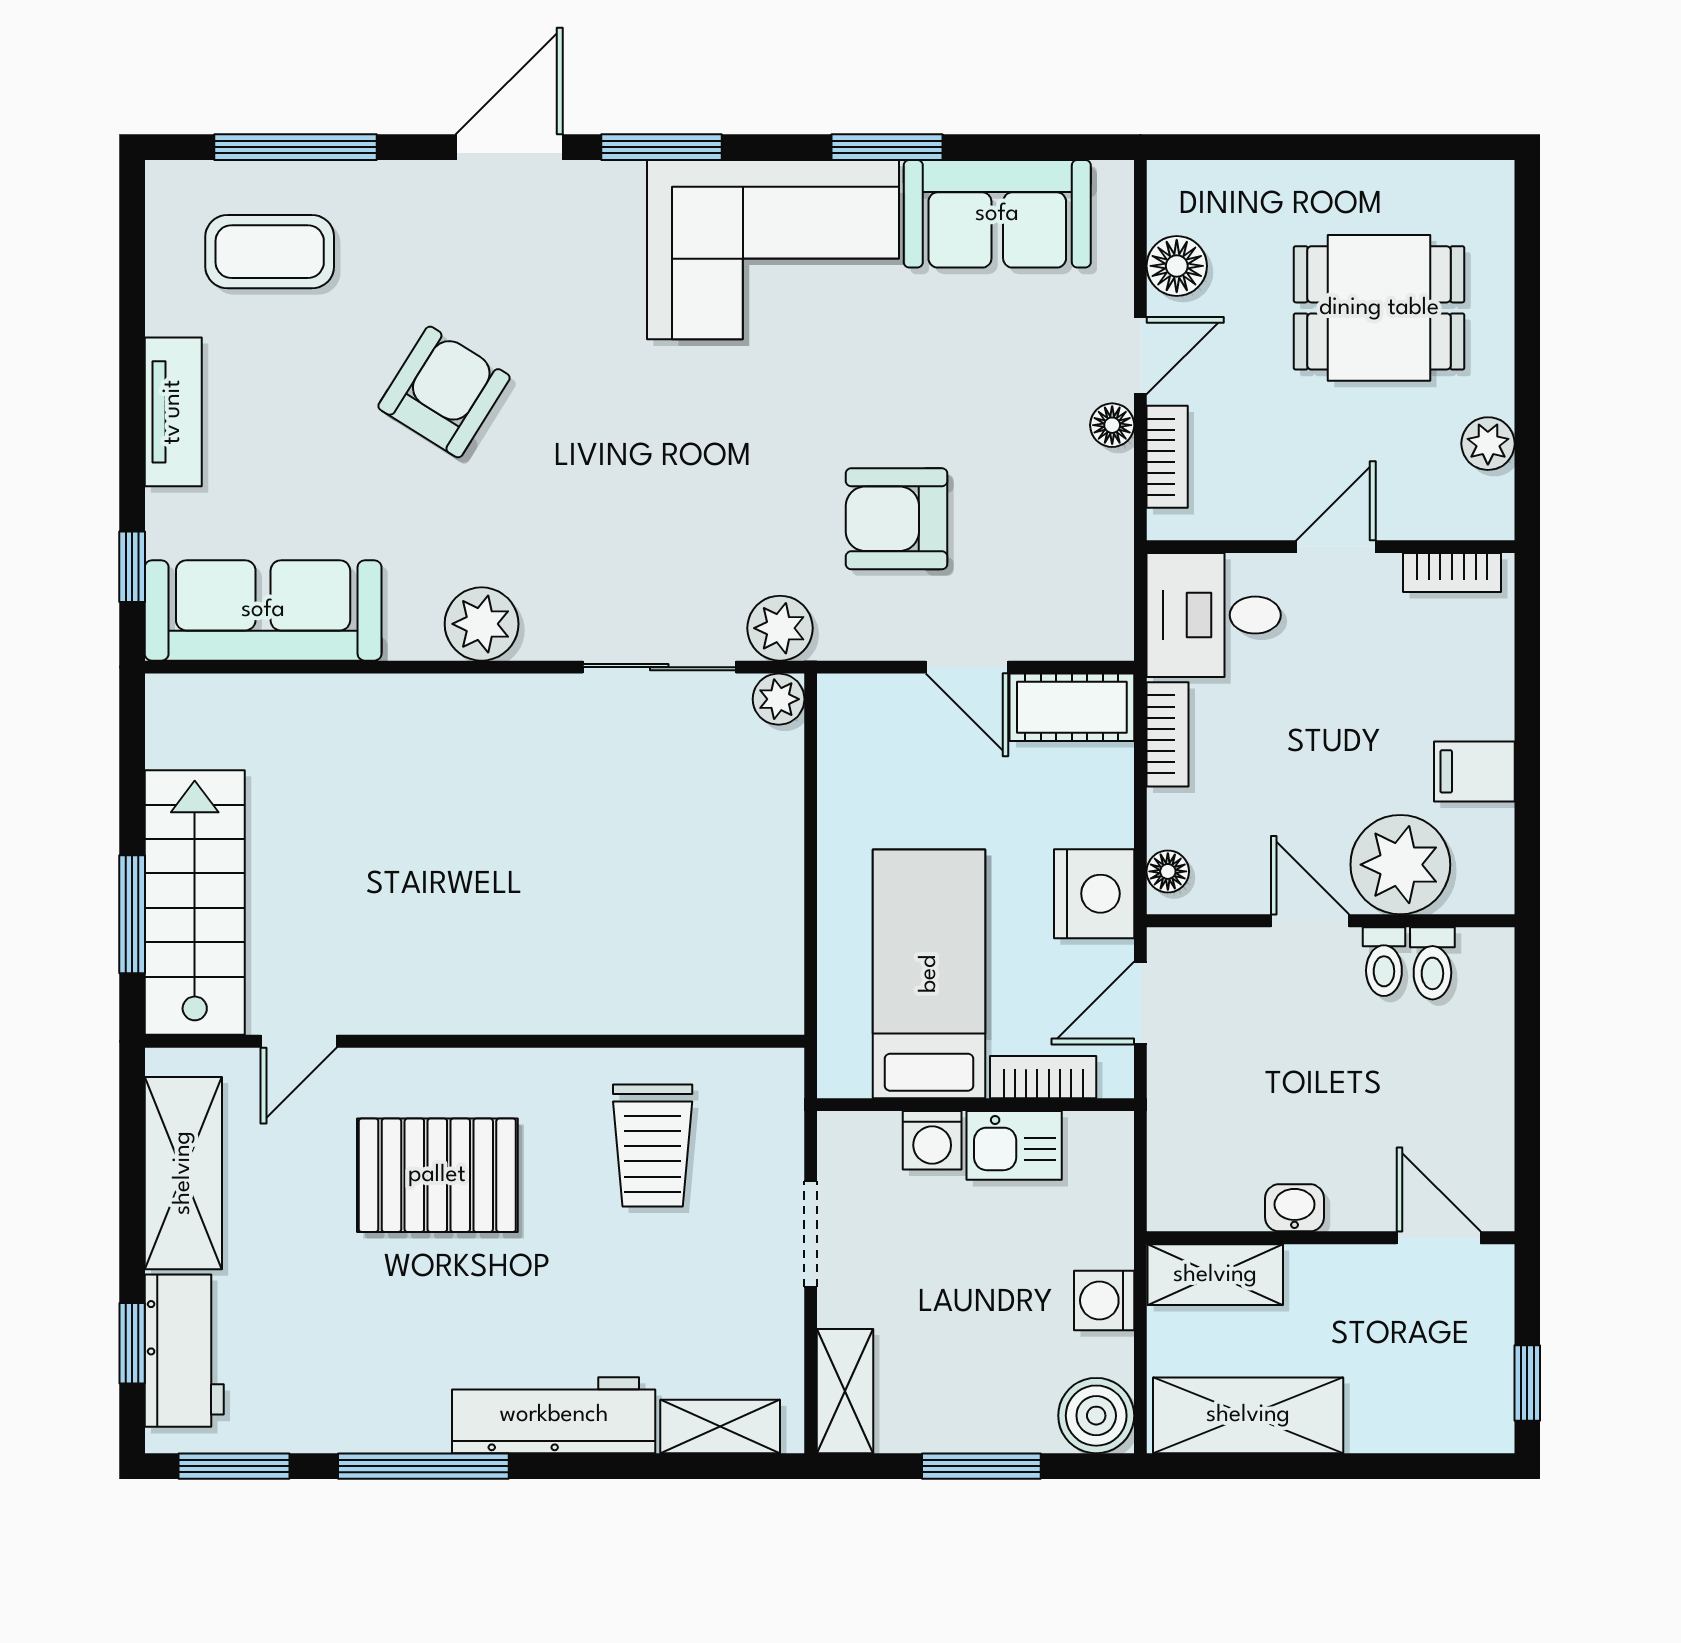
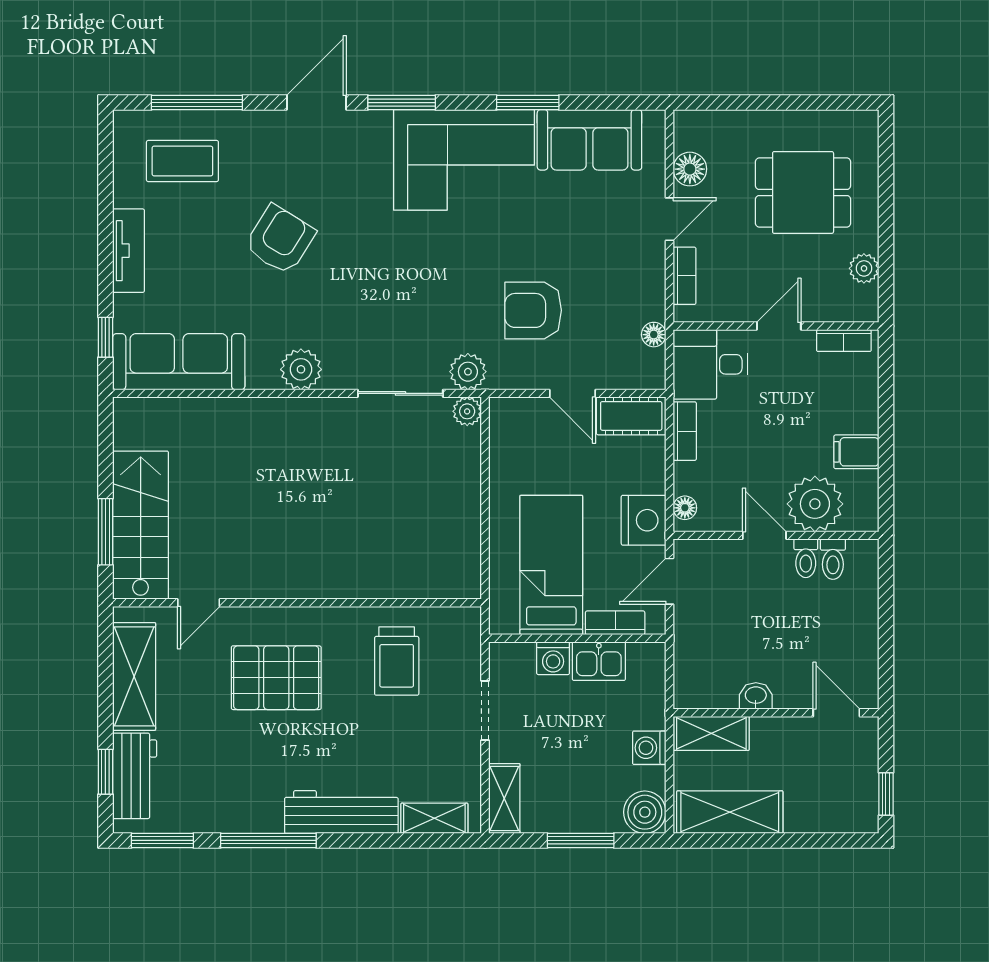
floor lamp: (1112, 425) -> (654, 335), moved

